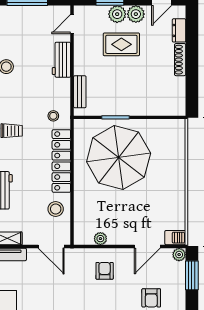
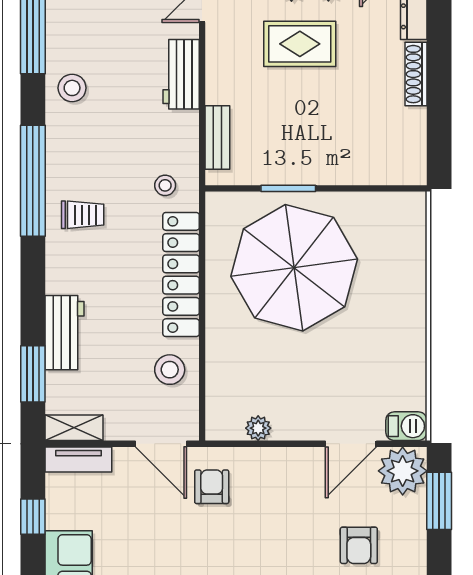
plant: (179, 255) -> (403, 471), width x1.87, depth x1.87
armchair: (105, 271) -> (212, 487), moved

